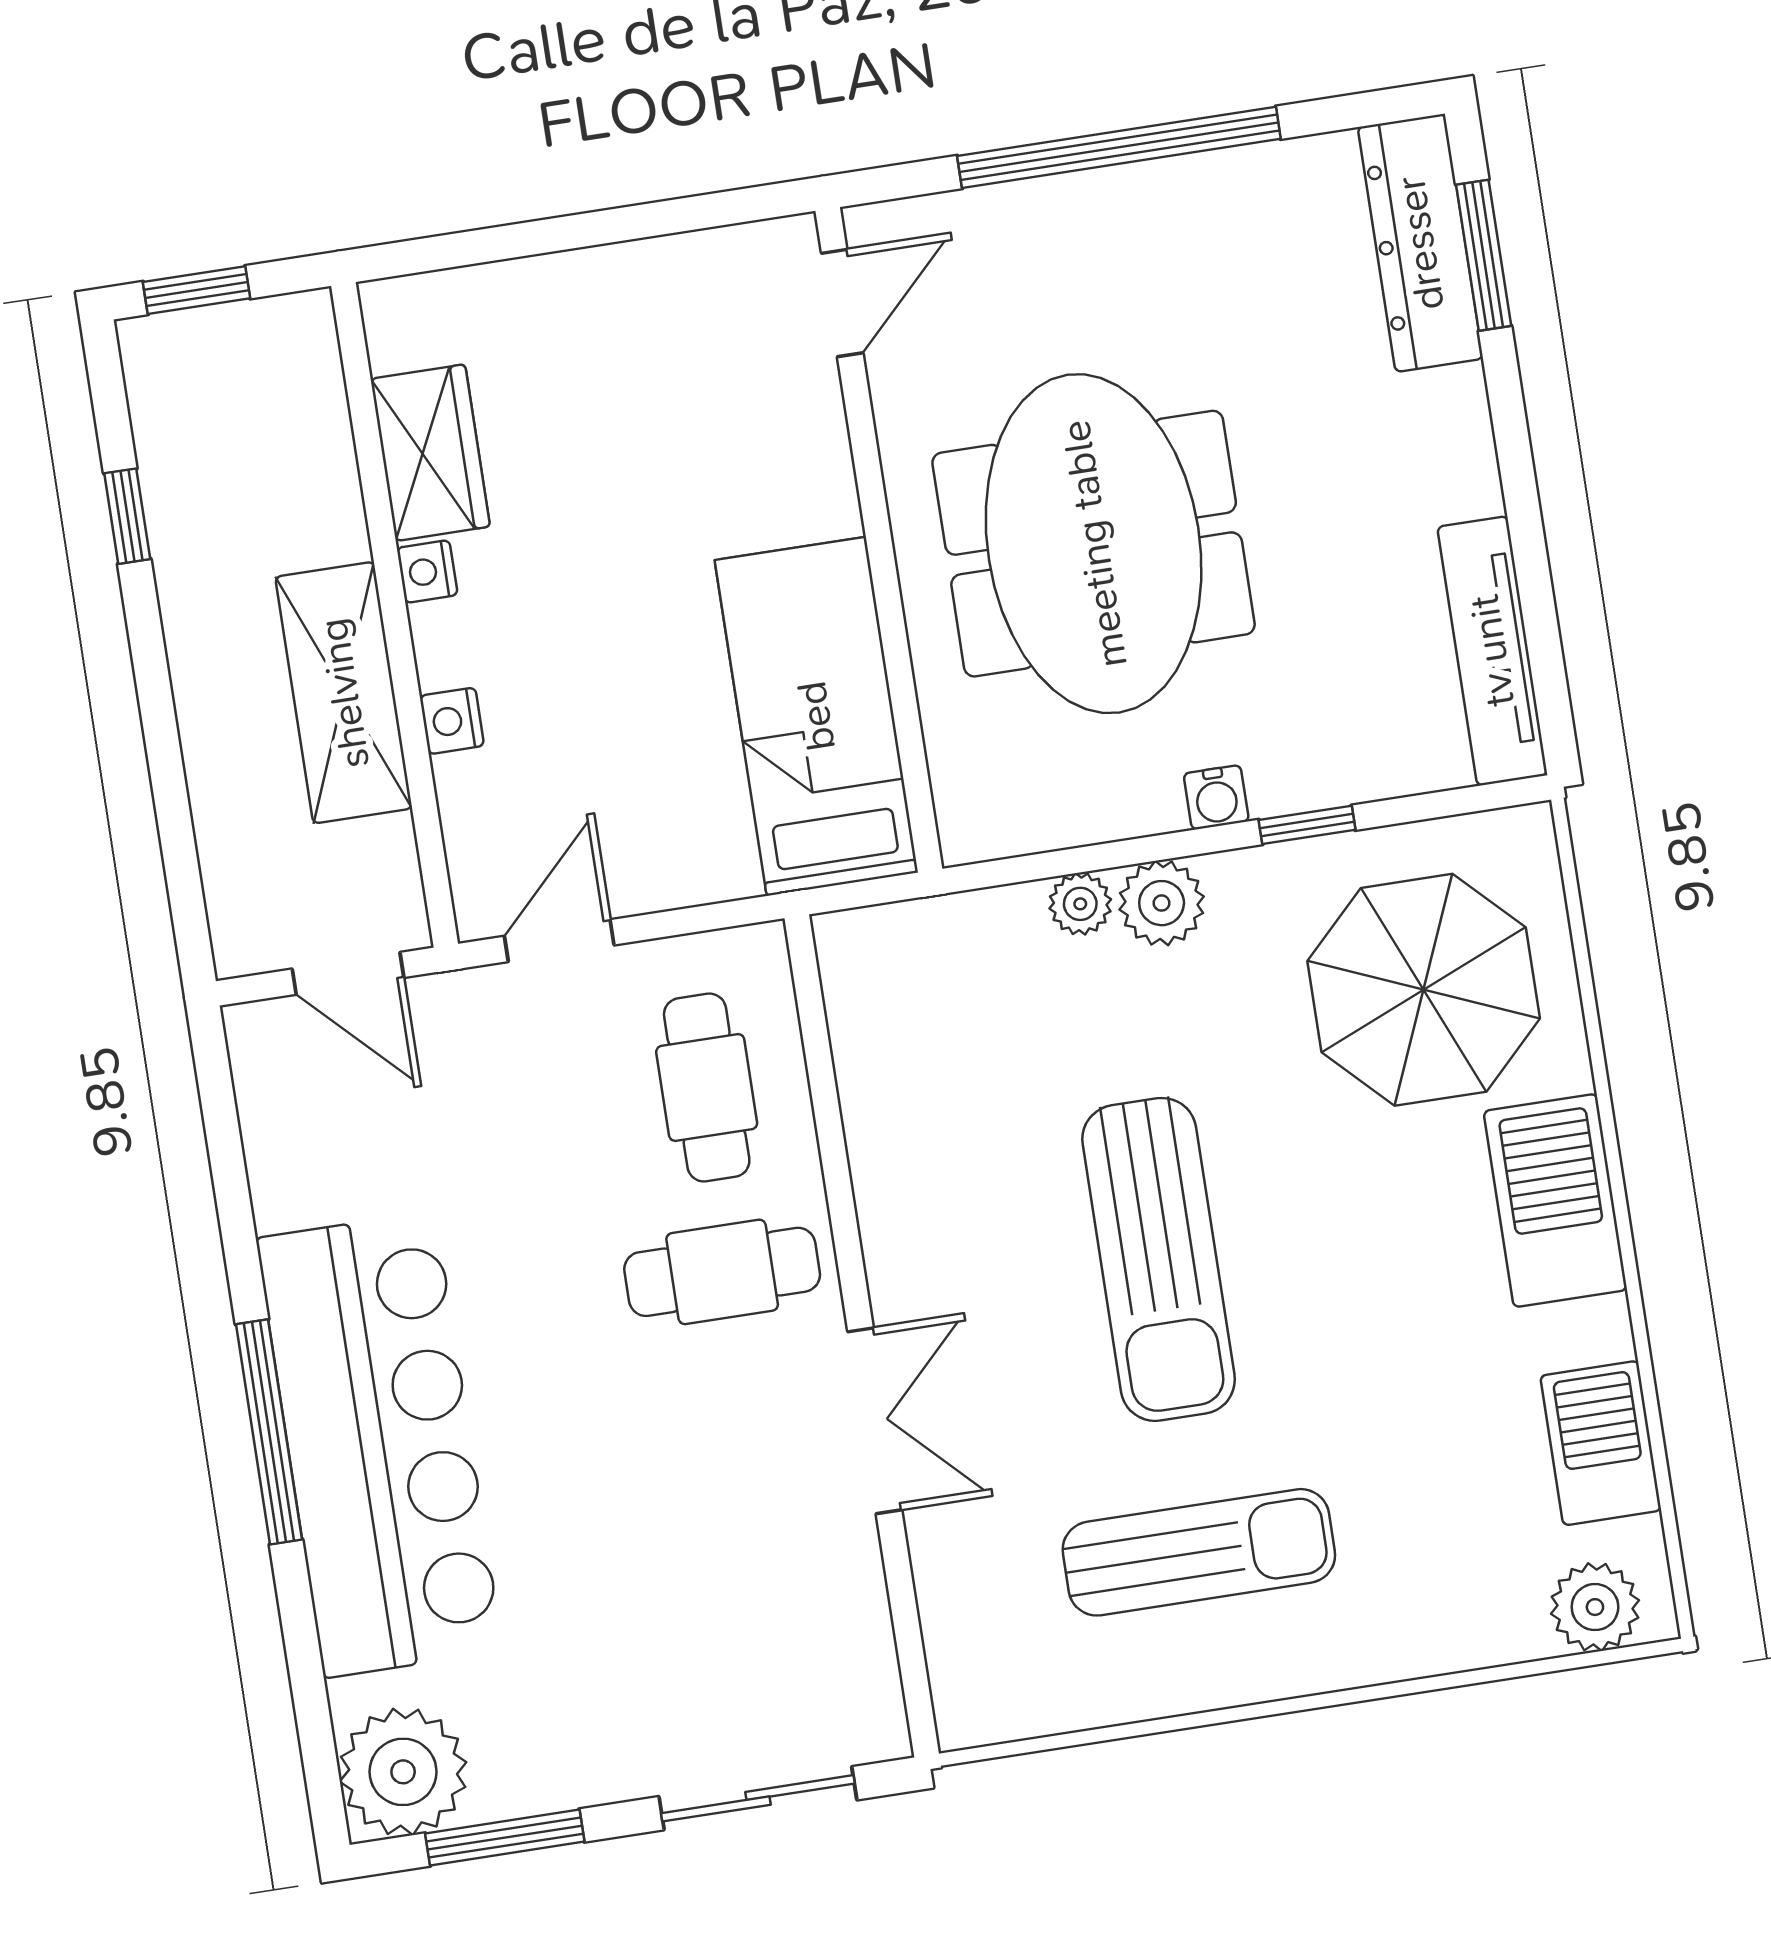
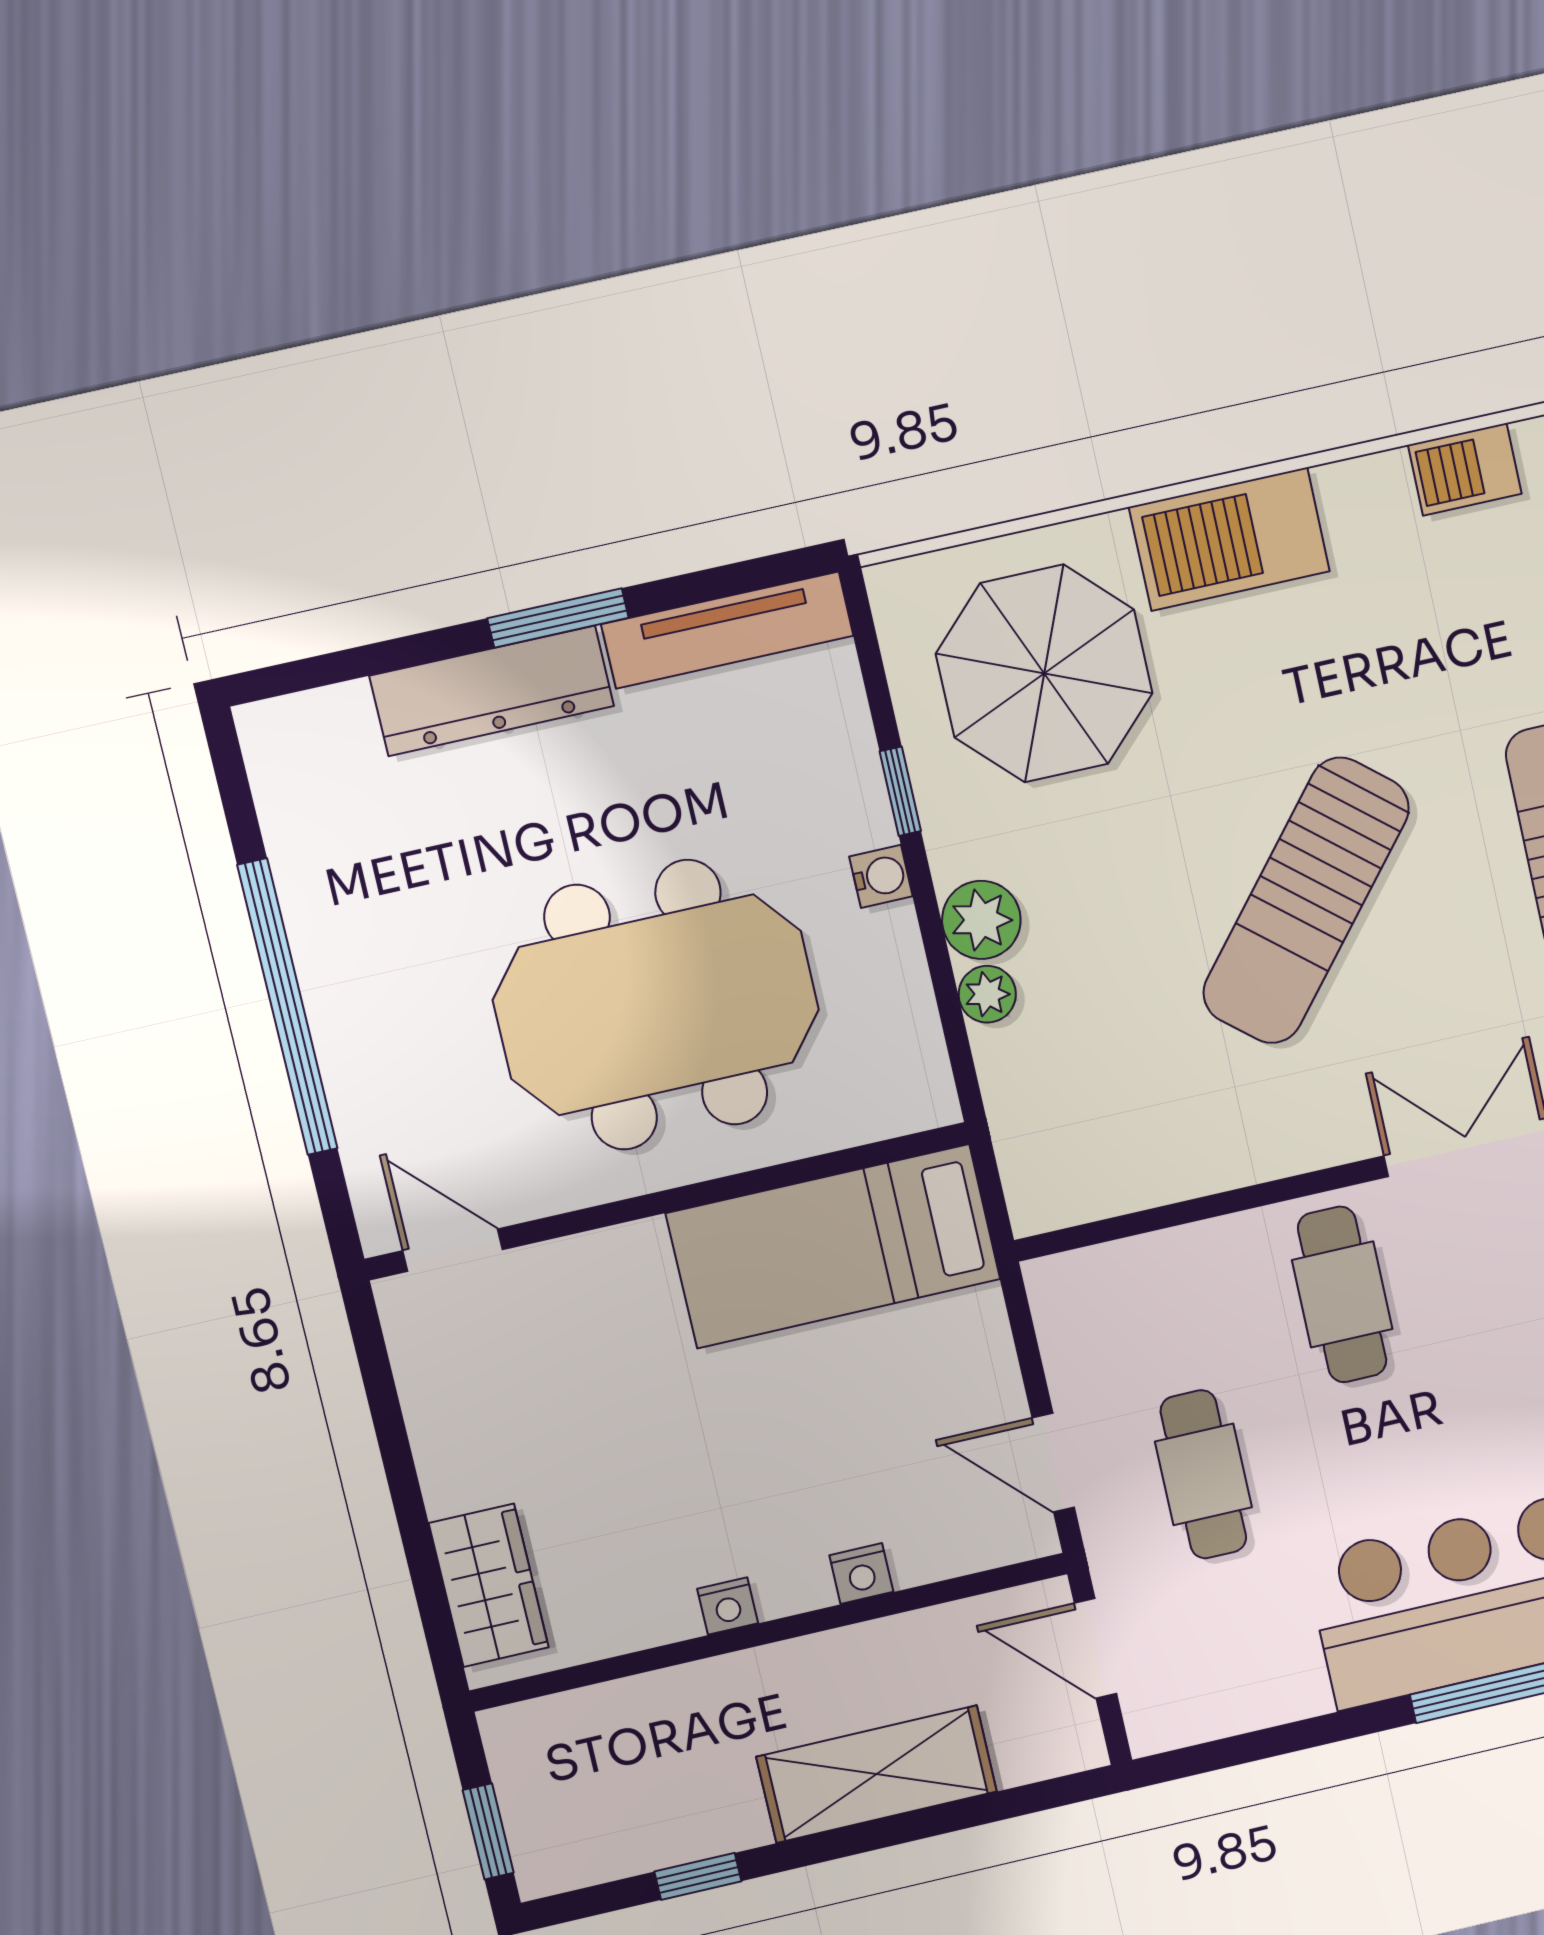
dresser: (1420, 243) -> (492, 691), moved
window: (1484, 255) -> (558, 618), moved
wardrobe: (430, 453) -> (489, 1585), moved, turned 90
shelving: (344, 693) -> (877, 1774), moved
door: (348, 973) -> (1096, 1648), swing flipped
cafe table: (707, 1088) -> (1203, 1474), moved, turned 90
sun lounger: (1159, 1259) -> (1306, 900), turned 130
barbecue: (1601, 1443) -> (1465, 469), width x0.73, depth x0.79

